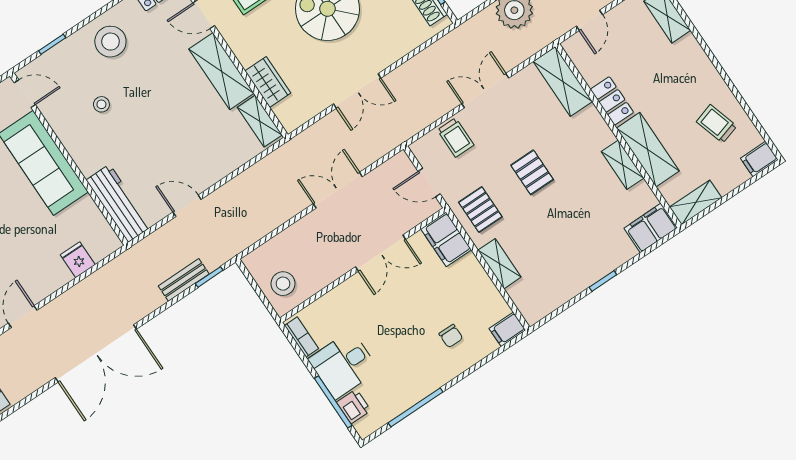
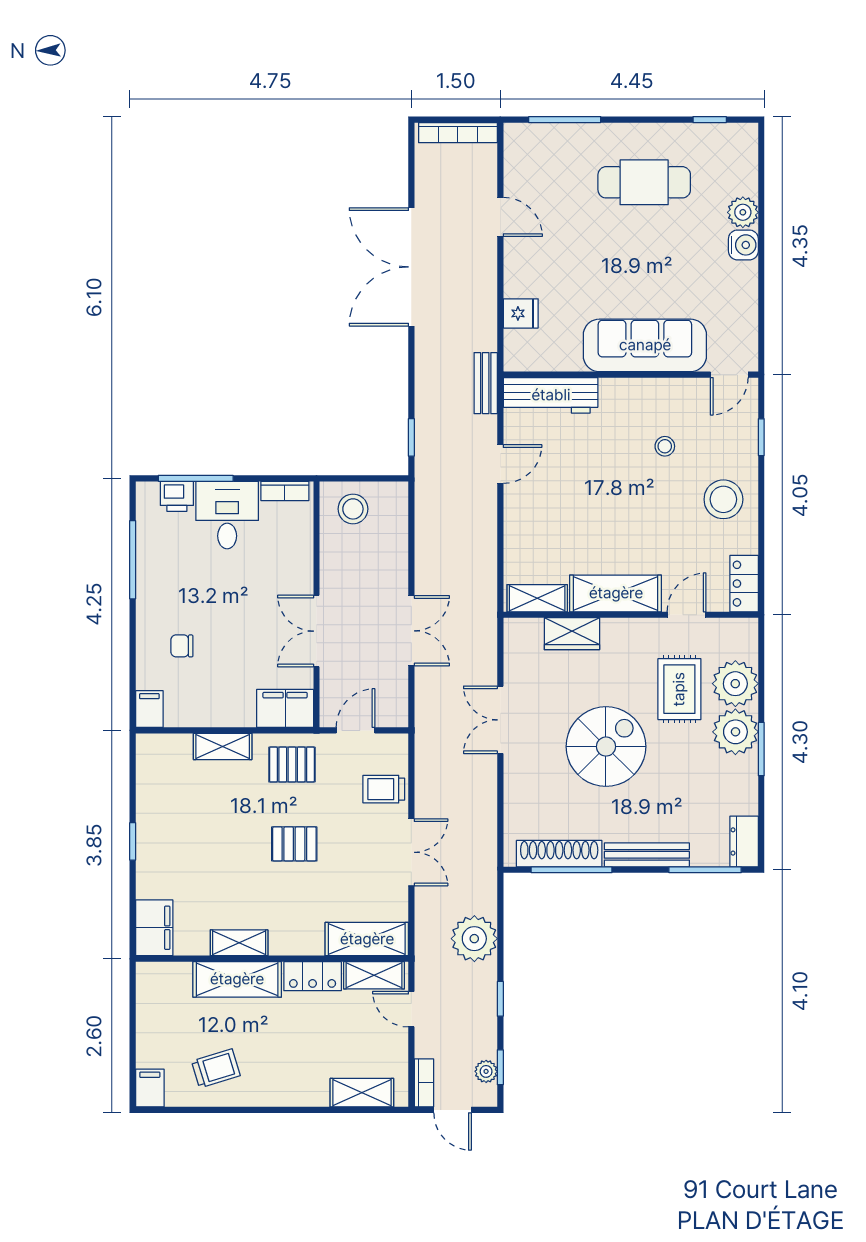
shelving: (696, 202) -> (374, 975), moved, turned 90
bench: (184, 280) -> (486, 383), moved

